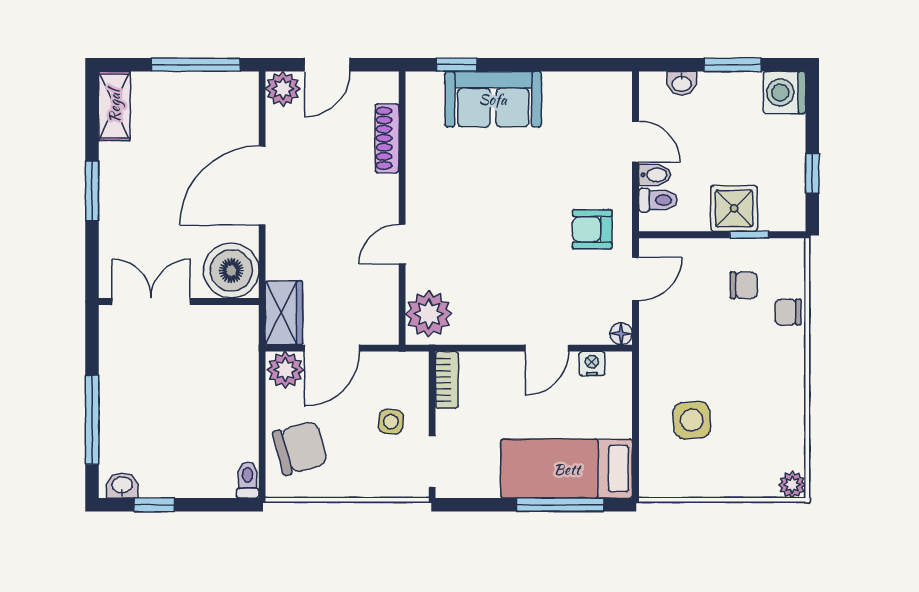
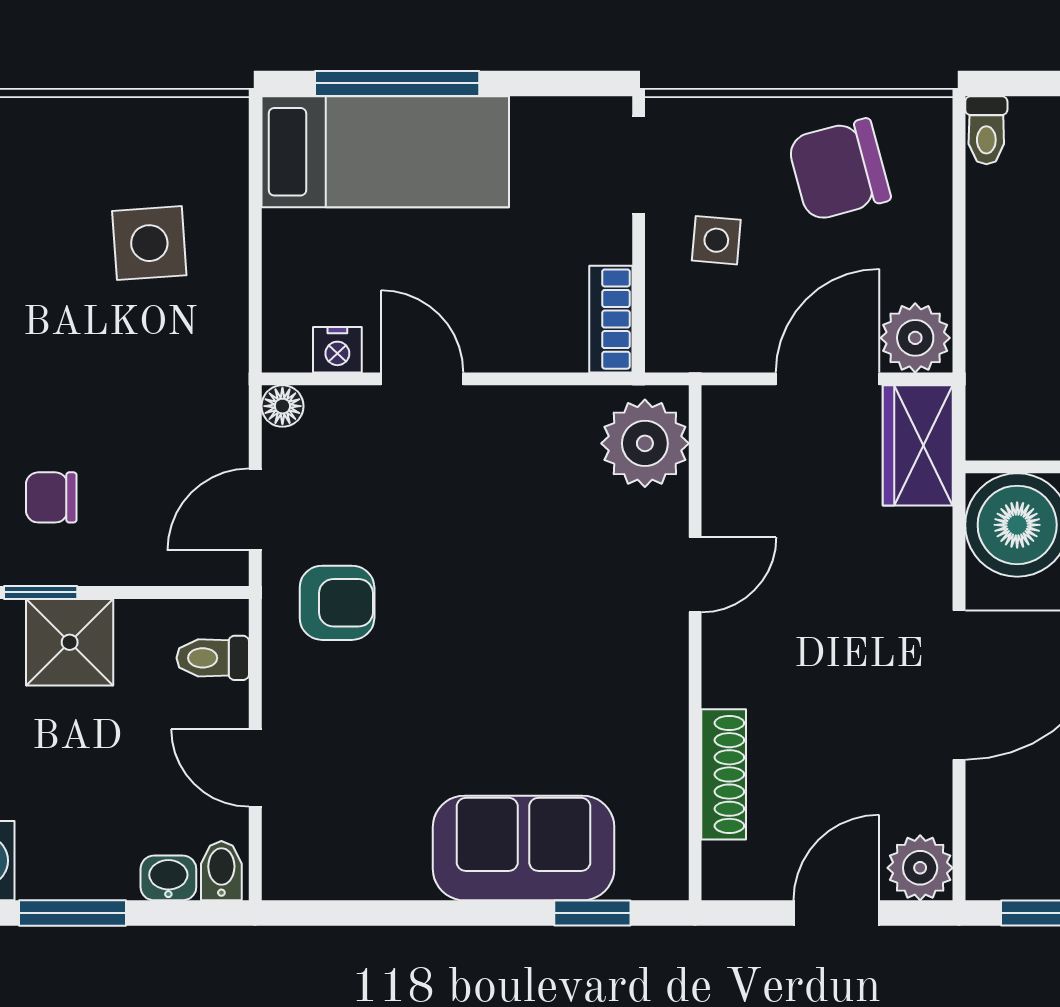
bidet: (655, 175) -> (221, 871), moved, turned 90
door: (547, 348) -> (422, 379), hinge flipped
chair: (300, 448) -> (839, 170), moved

